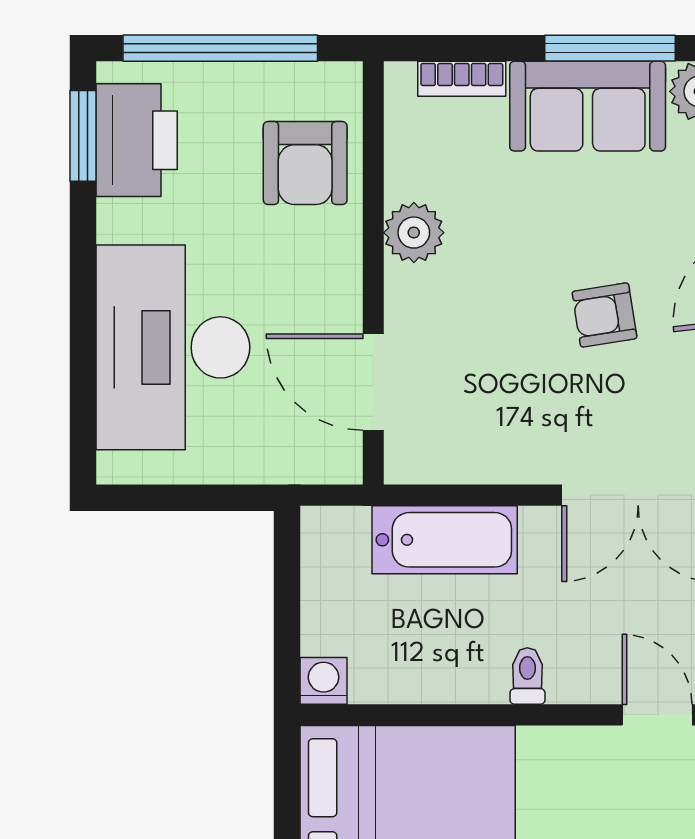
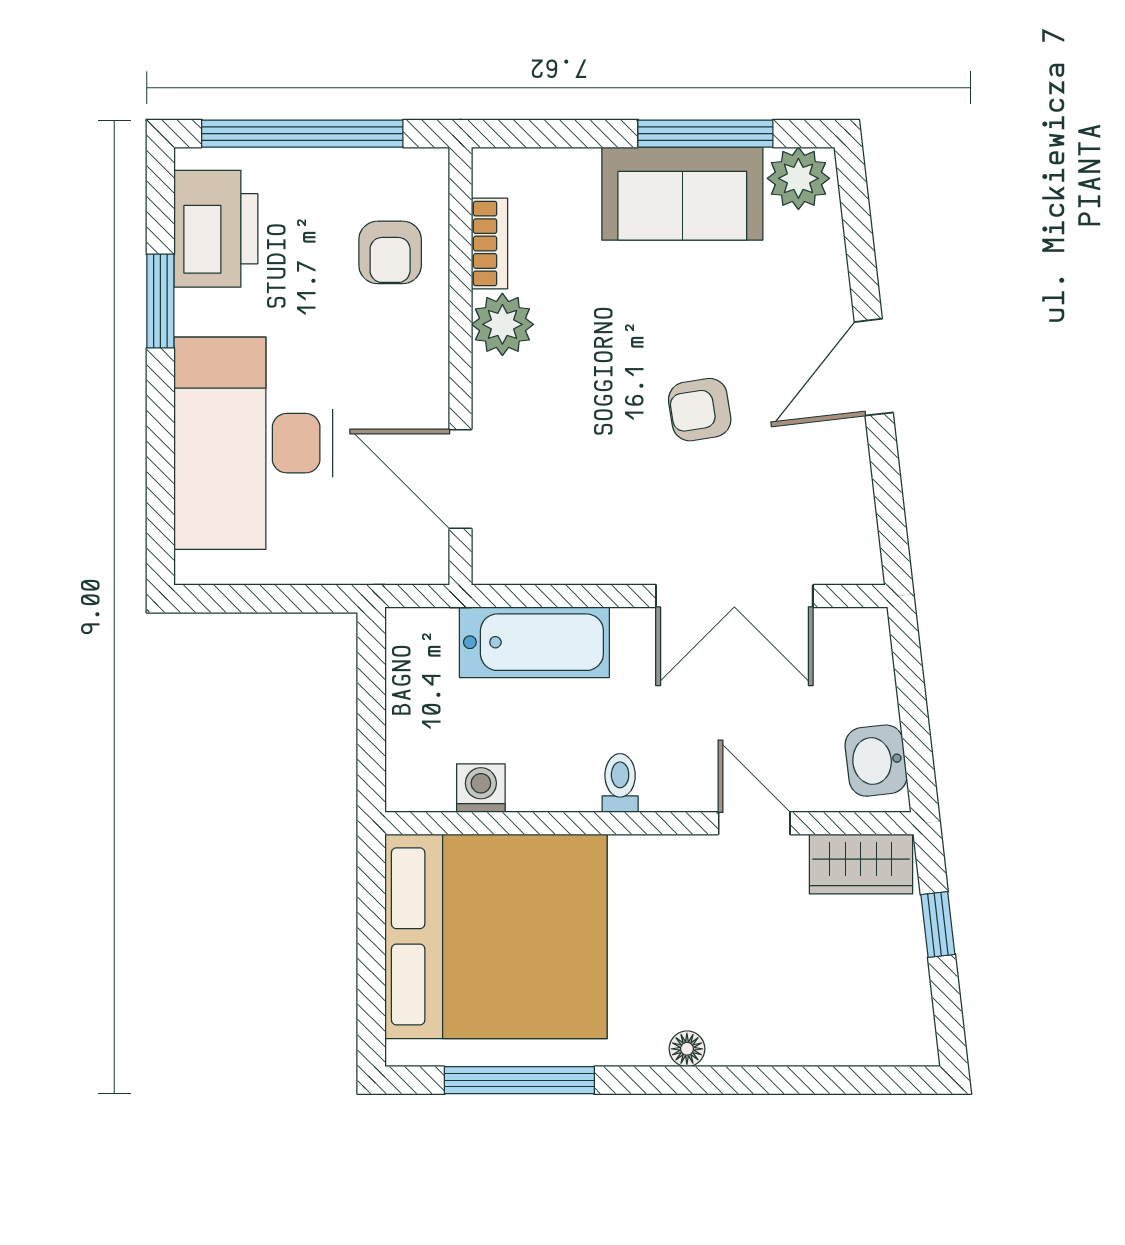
bookcase: (462, 79) -> (489, 244), moved, turned -90
window: (83, 136) -> (160, 301), moved
armchair: (305, 163) -> (390, 252), width x0.72, depth x0.72
washing machine: (323, 681) -> (481, 788), moved

